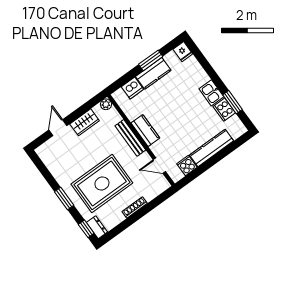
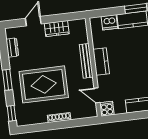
plant: (106, 104) -> (81, 24), removed
cooker: (187, 165) -> (107, 109), moved
dresser: (97, 227) -> (12, 48), moved

